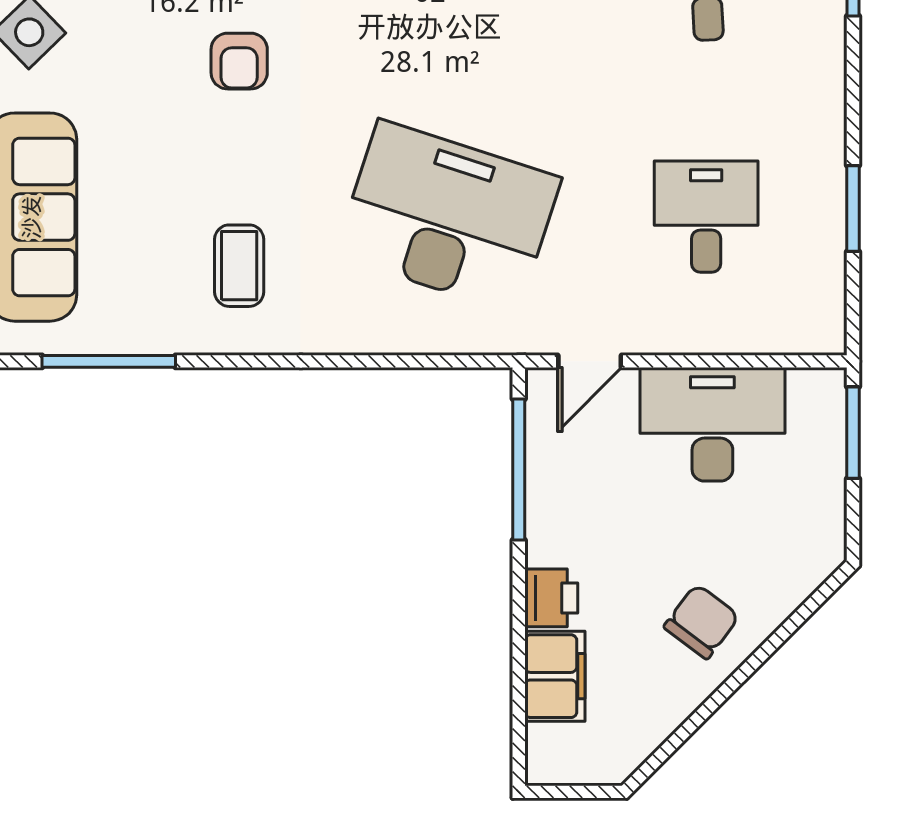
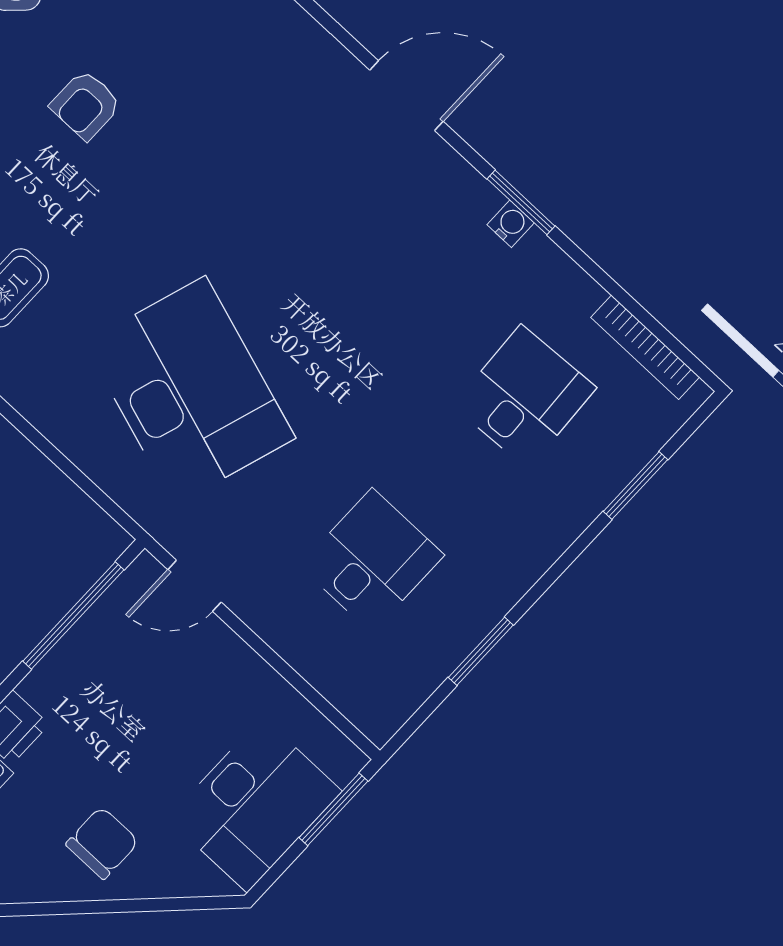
armchair: (239, 61) -> (86, 105), moved
desk: (712, 424) -> (255, 805), moved, turned 90
chair: (702, 622) -> (102, 843), turned -37

